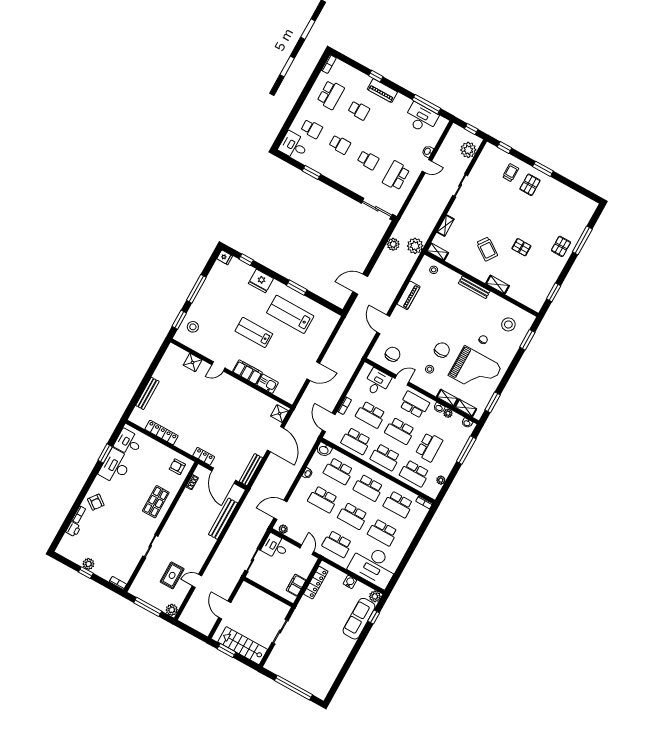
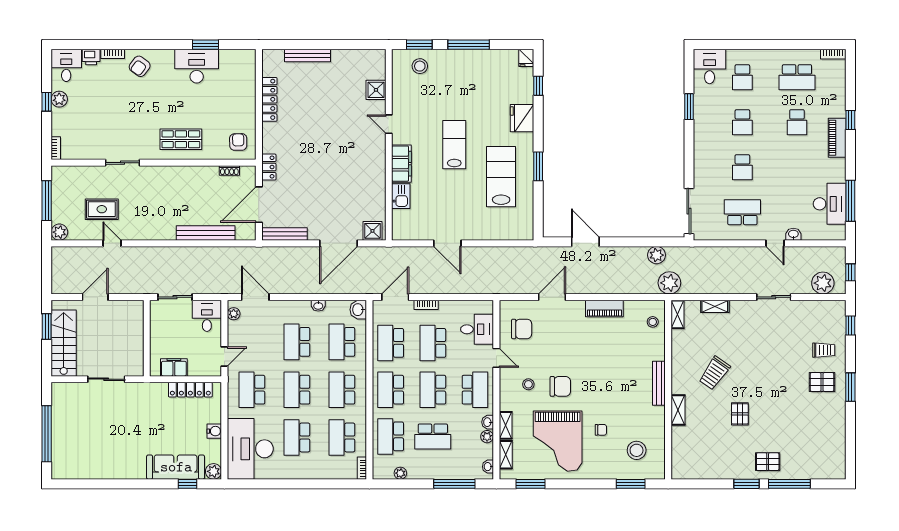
window: (554, 292) -> (746, 484), moved
desk: (128, 442) -> (66, 65), moved

